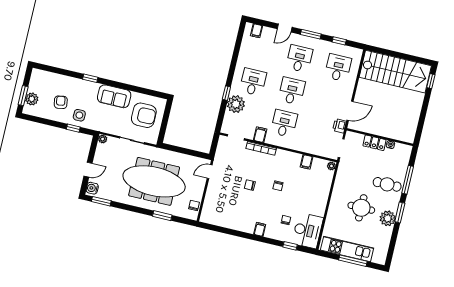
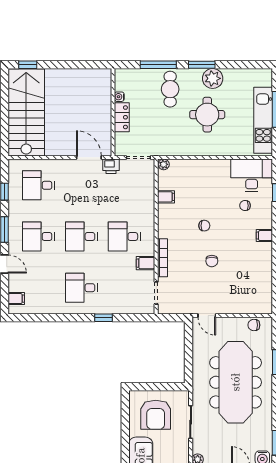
plant: (236, 104) -> (114, 303), removed
armchair: (144, 115) -> (156, 415), turned 180

